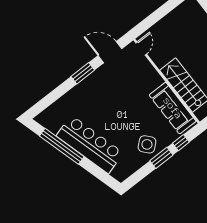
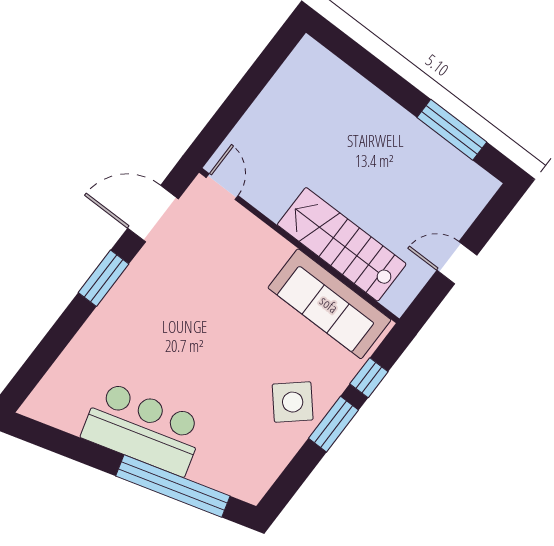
bar counter: (90, 144) -> (143, 429), width x0.73
window: (62, 146) -> (173, 486), moved

